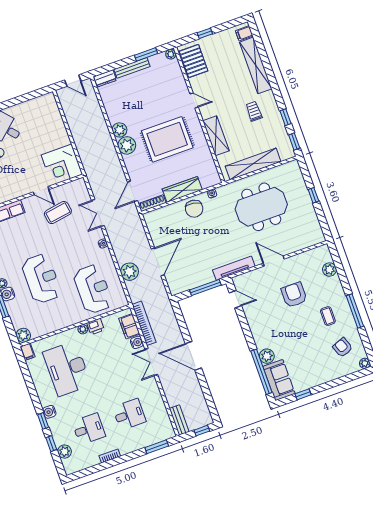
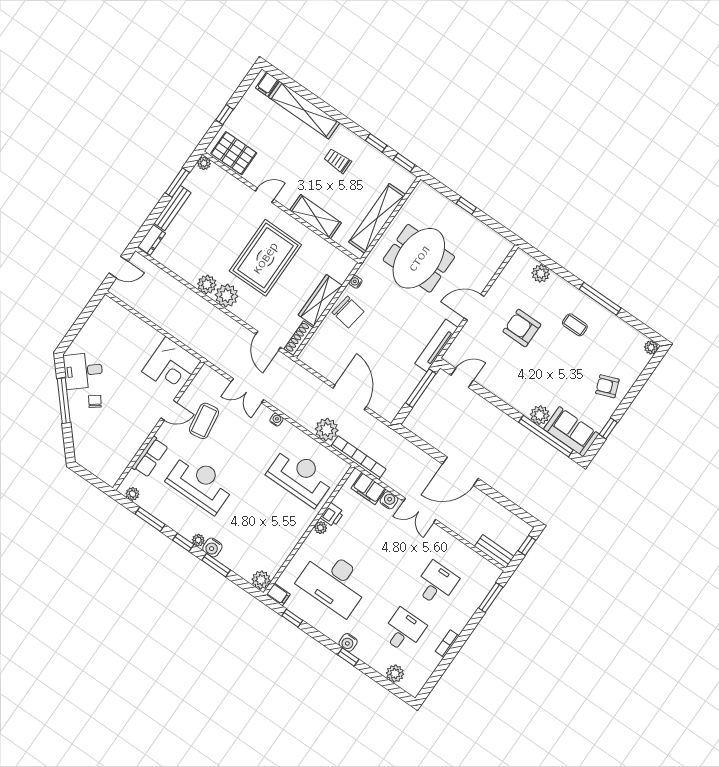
reception desk: (41, 279) -> (200, 483), moved
bookcase: (144, 323) -> (358, 458), moved
armchair: (343, 347) -> (607, 386), moved
window: (51, 444) -> (292, 618), moved

